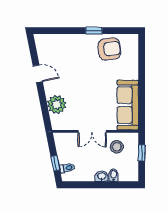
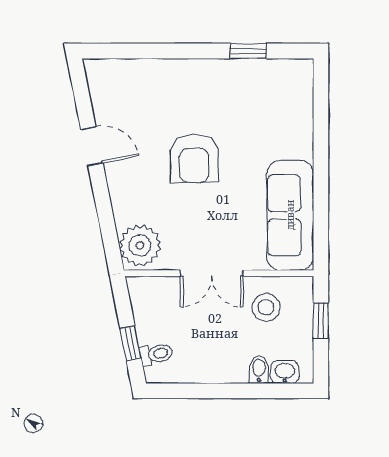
window: (94, 31) -> (248, 51), moved
armchair: (109, 49) -> (194, 159), moved, turned 96
plant: (57, 104) -> (140, 245), moved
washbasin: (102, 176) -> (285, 372), moved

